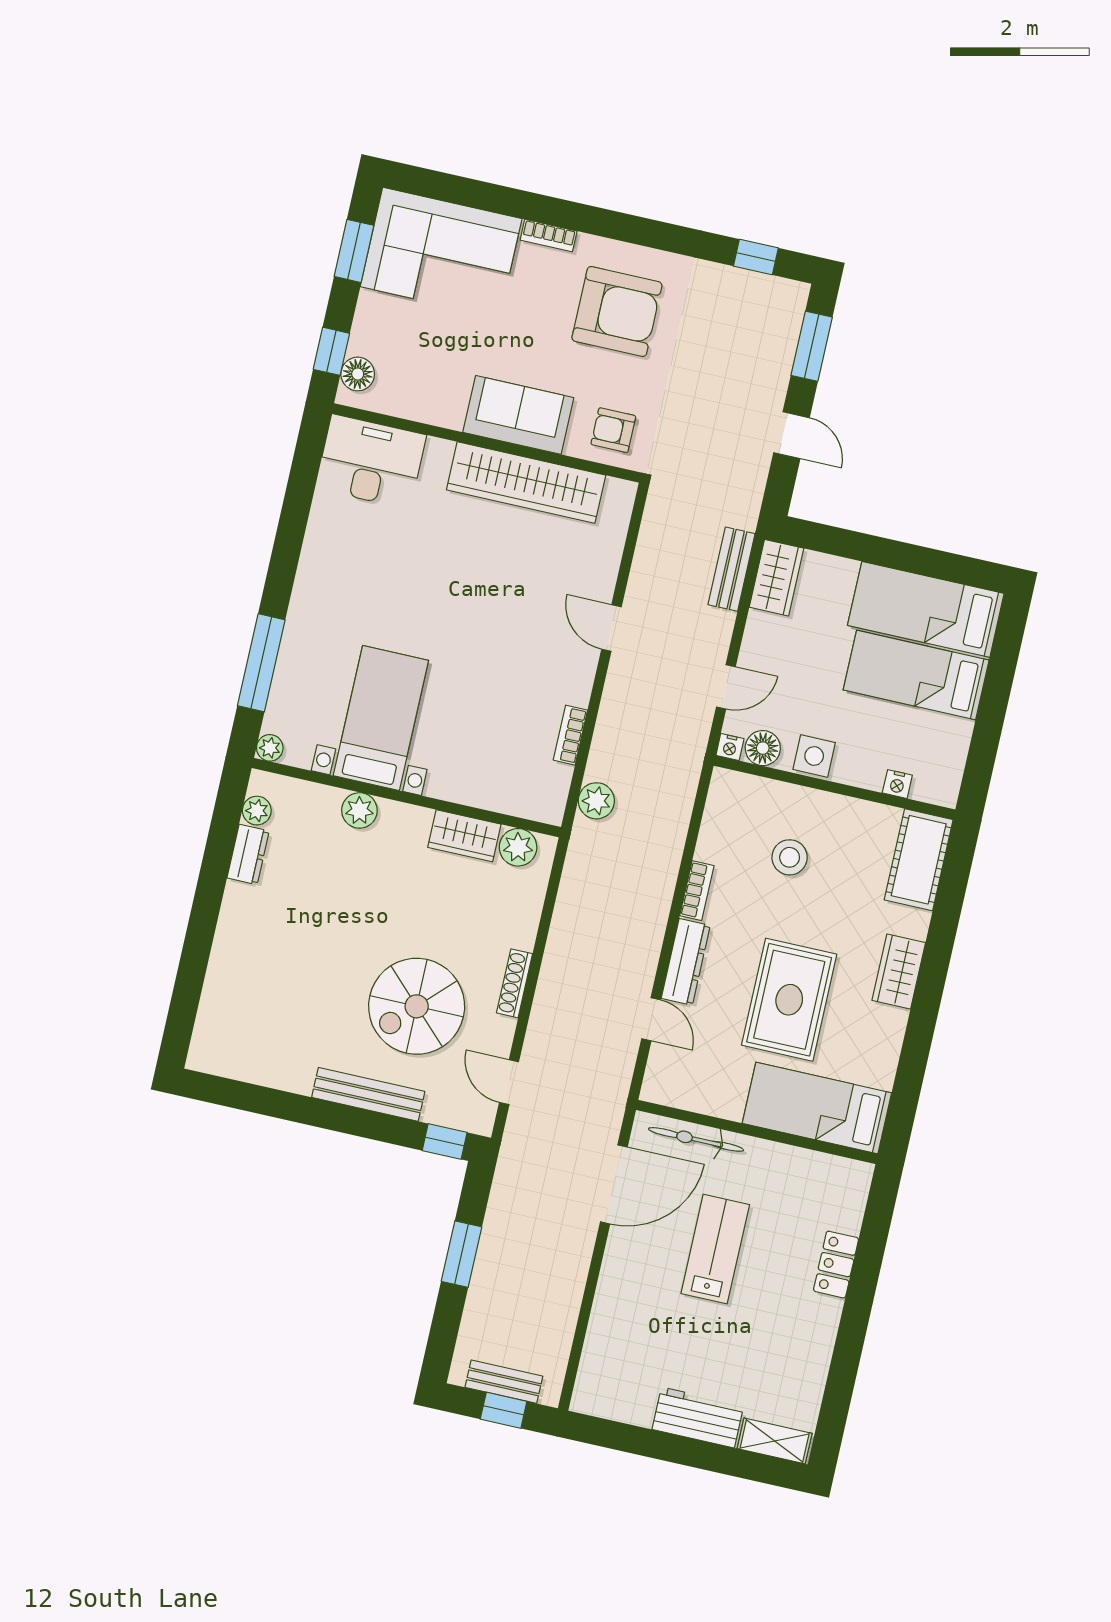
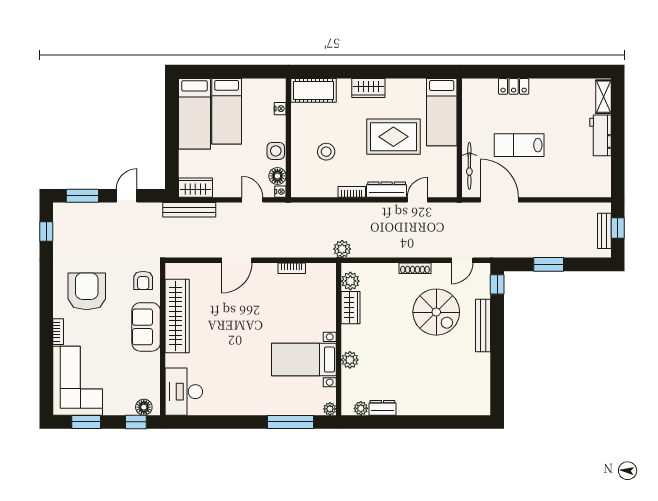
bench: (732, 569) -> (189, 210), width x1.36
door: (611, 628) -> (237, 260), width x1.38
plant: (596, 801) -> (342, 249), moved

